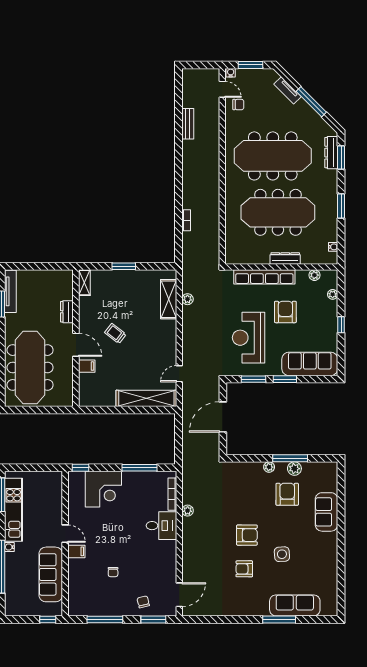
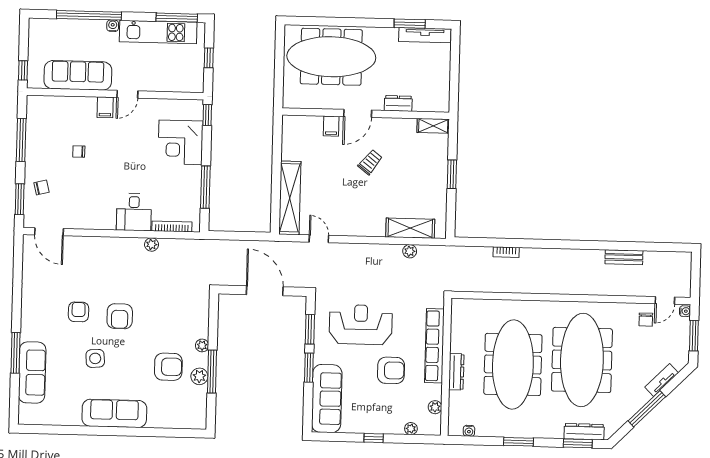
window: (34, 468) -> (209, 58), added
sofa: (326, 512) -> (114, 413), moved, width x1.36

